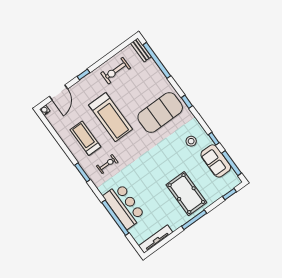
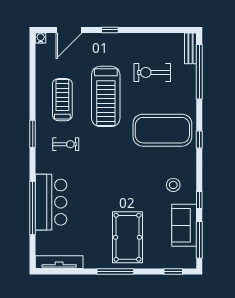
exercise bike: (116, 71) -> (152, 72), moved

